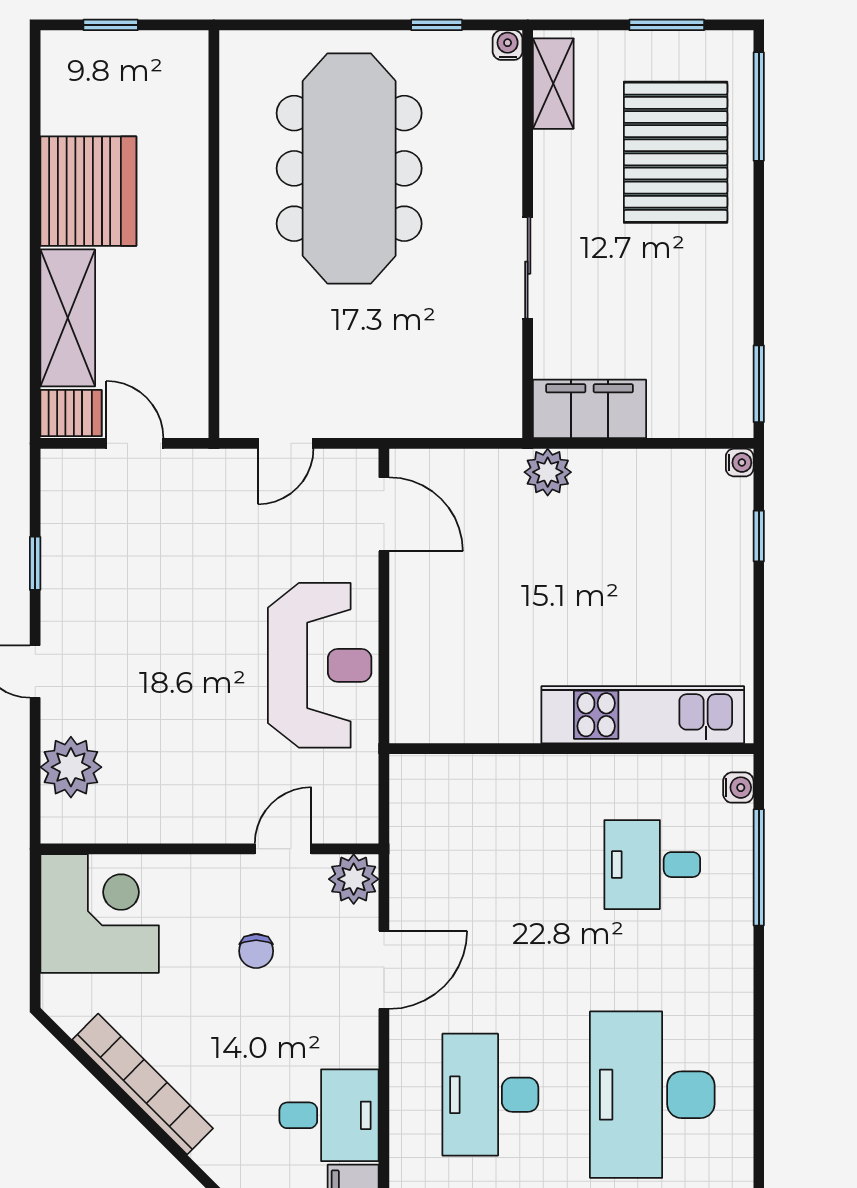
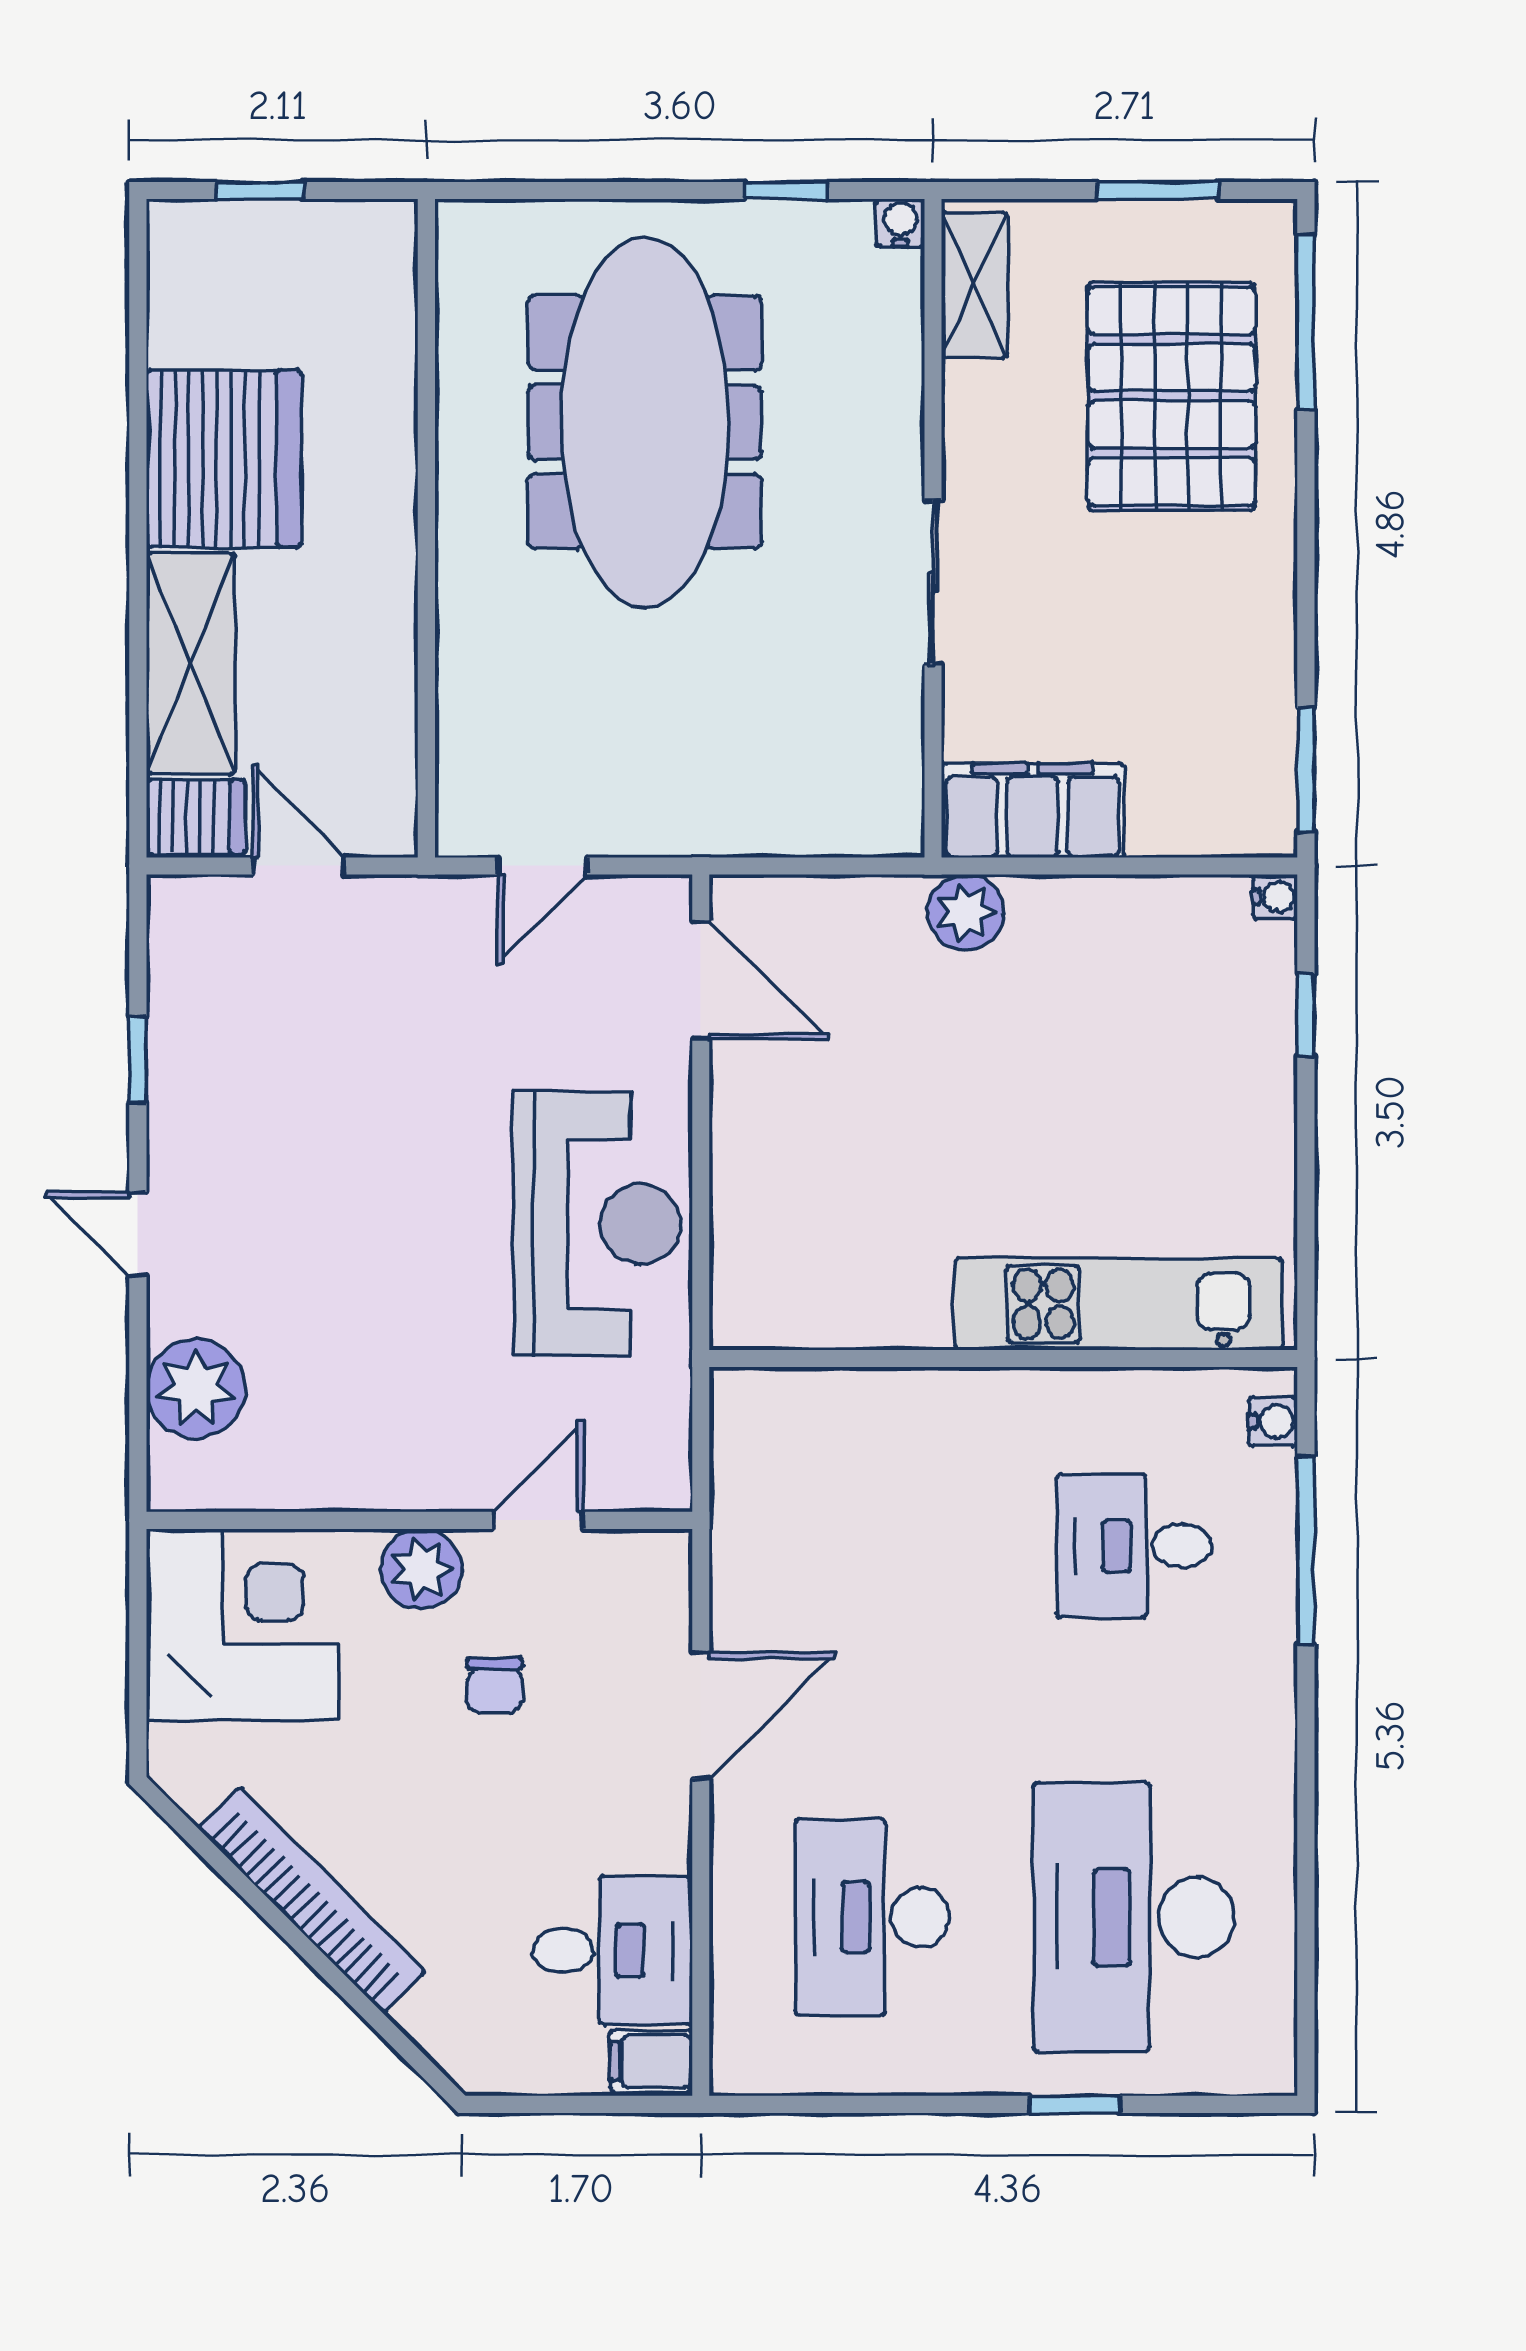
plant: (354, 879) -> (421, 1569), moved

